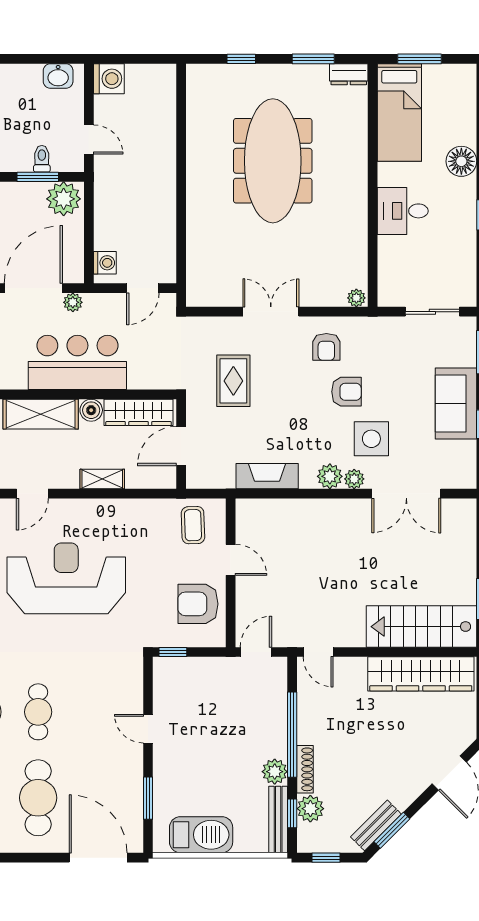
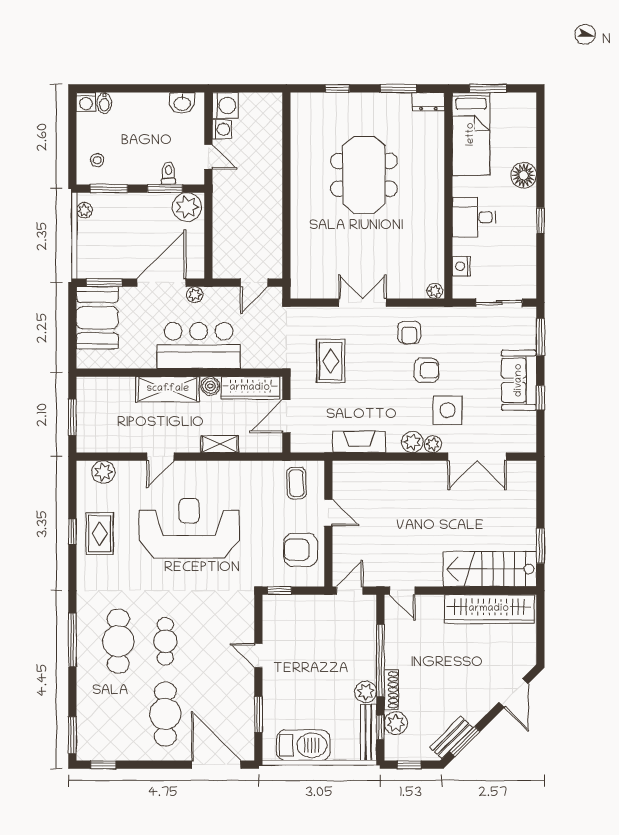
meeting table: (273, 161) -> (364, 175), width x0.73
washing machine: (105, 263) -> (222, 129), moved
nightstand: (388, 269) -> (461, 266), added

